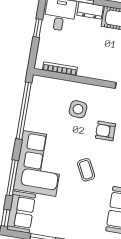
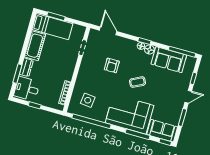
side table: (78, 109) -> (88, 100), moved

